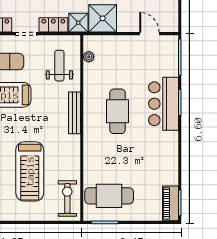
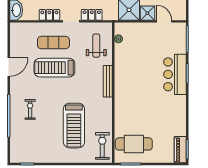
shower: (78, 23) -> (147, 13), moved
cafe table: (117, 111) -> (140, 80), removed

